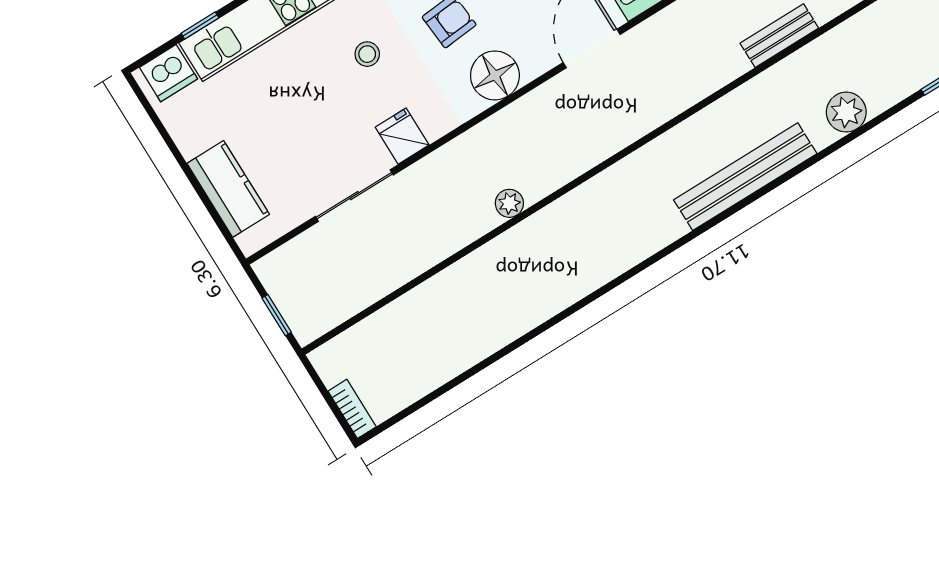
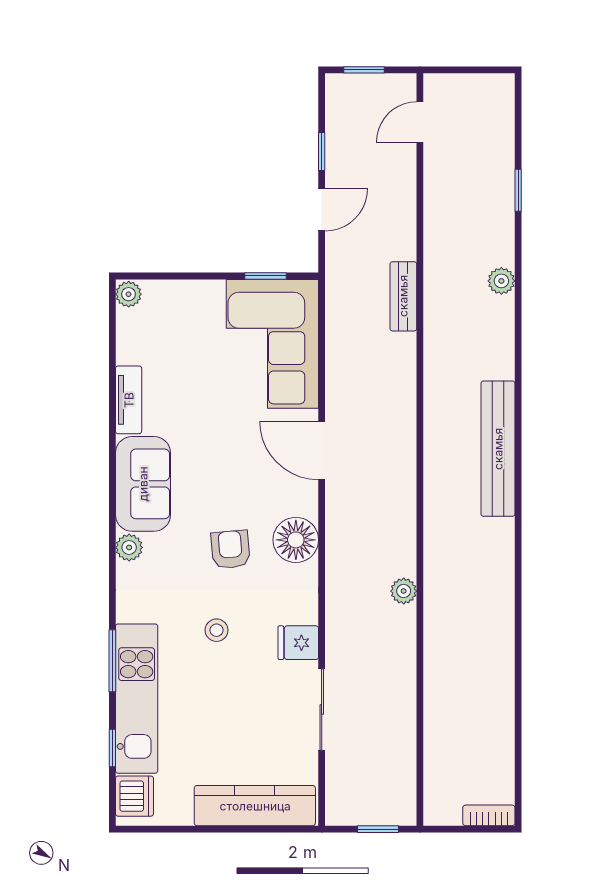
plant: (846, 112) -> (501, 281), width x0.73, depth x0.73
bench: (745, 177) -> (498, 449), moved
kitchen counter: (228, 189) -> (255, 806), width x1.50

